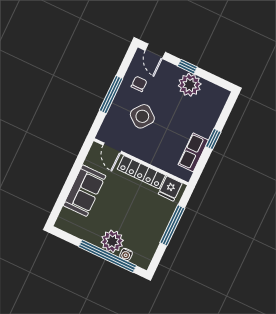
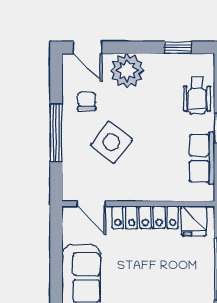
window: (187, 67) -> (178, 48), moved
plant: (190, 85) -> (127, 71), moved
wheelchair: (208, 113) -> (197, 96), added

